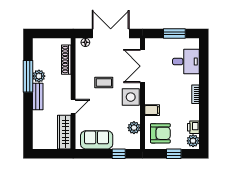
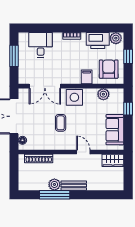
printer: (193, 127) -> (98, 40), width x1.87, depth x1.48
wardrobe: (64, 132) -> (113, 160), width x0.67

